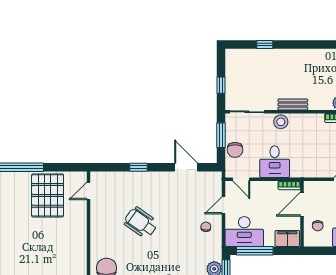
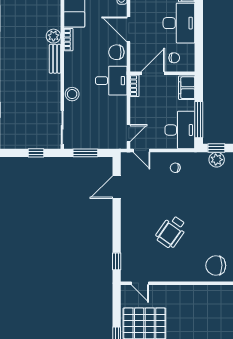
bench: (293, 104) -> (55, 59), moved
chair: (235, 150) -> (116, 52), moved, turned 180
desk: (275, 162) -> (111, 81), moved
window: (139, 167) -> (117, 261), moved
door: (302, 204) -> (153, 73), swing flipped
door: (223, 205) -> (142, 150), moved

